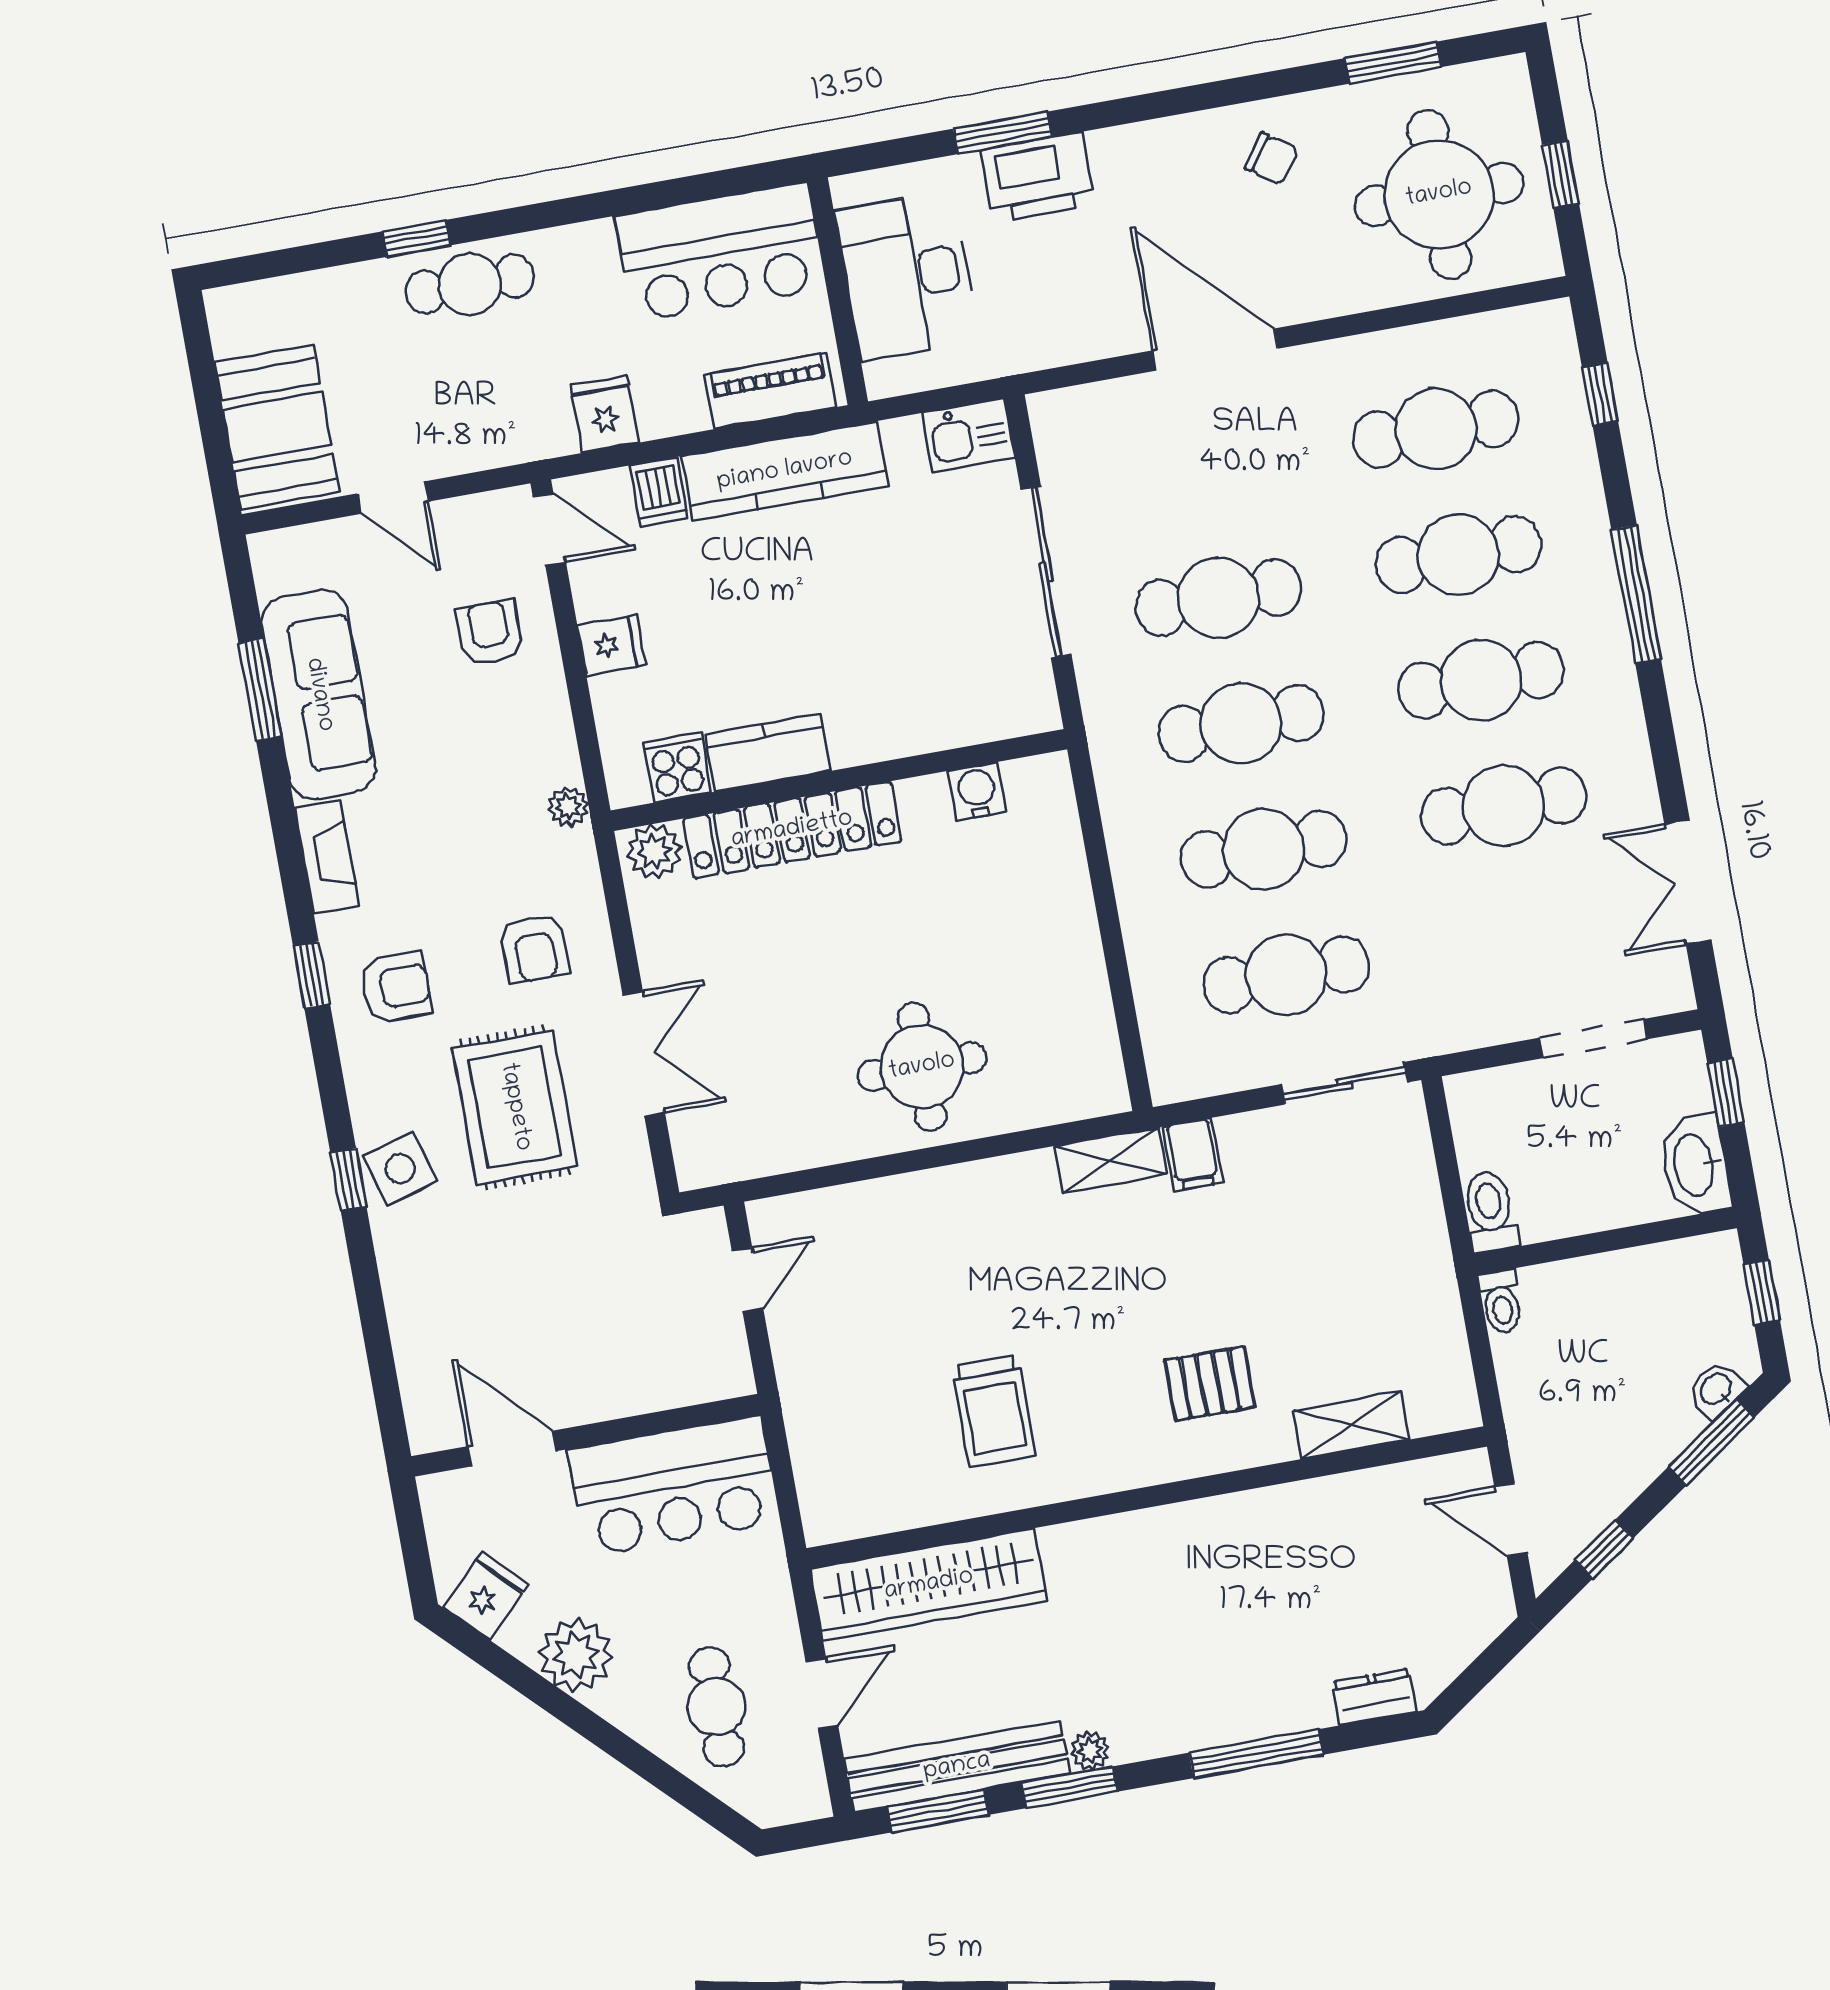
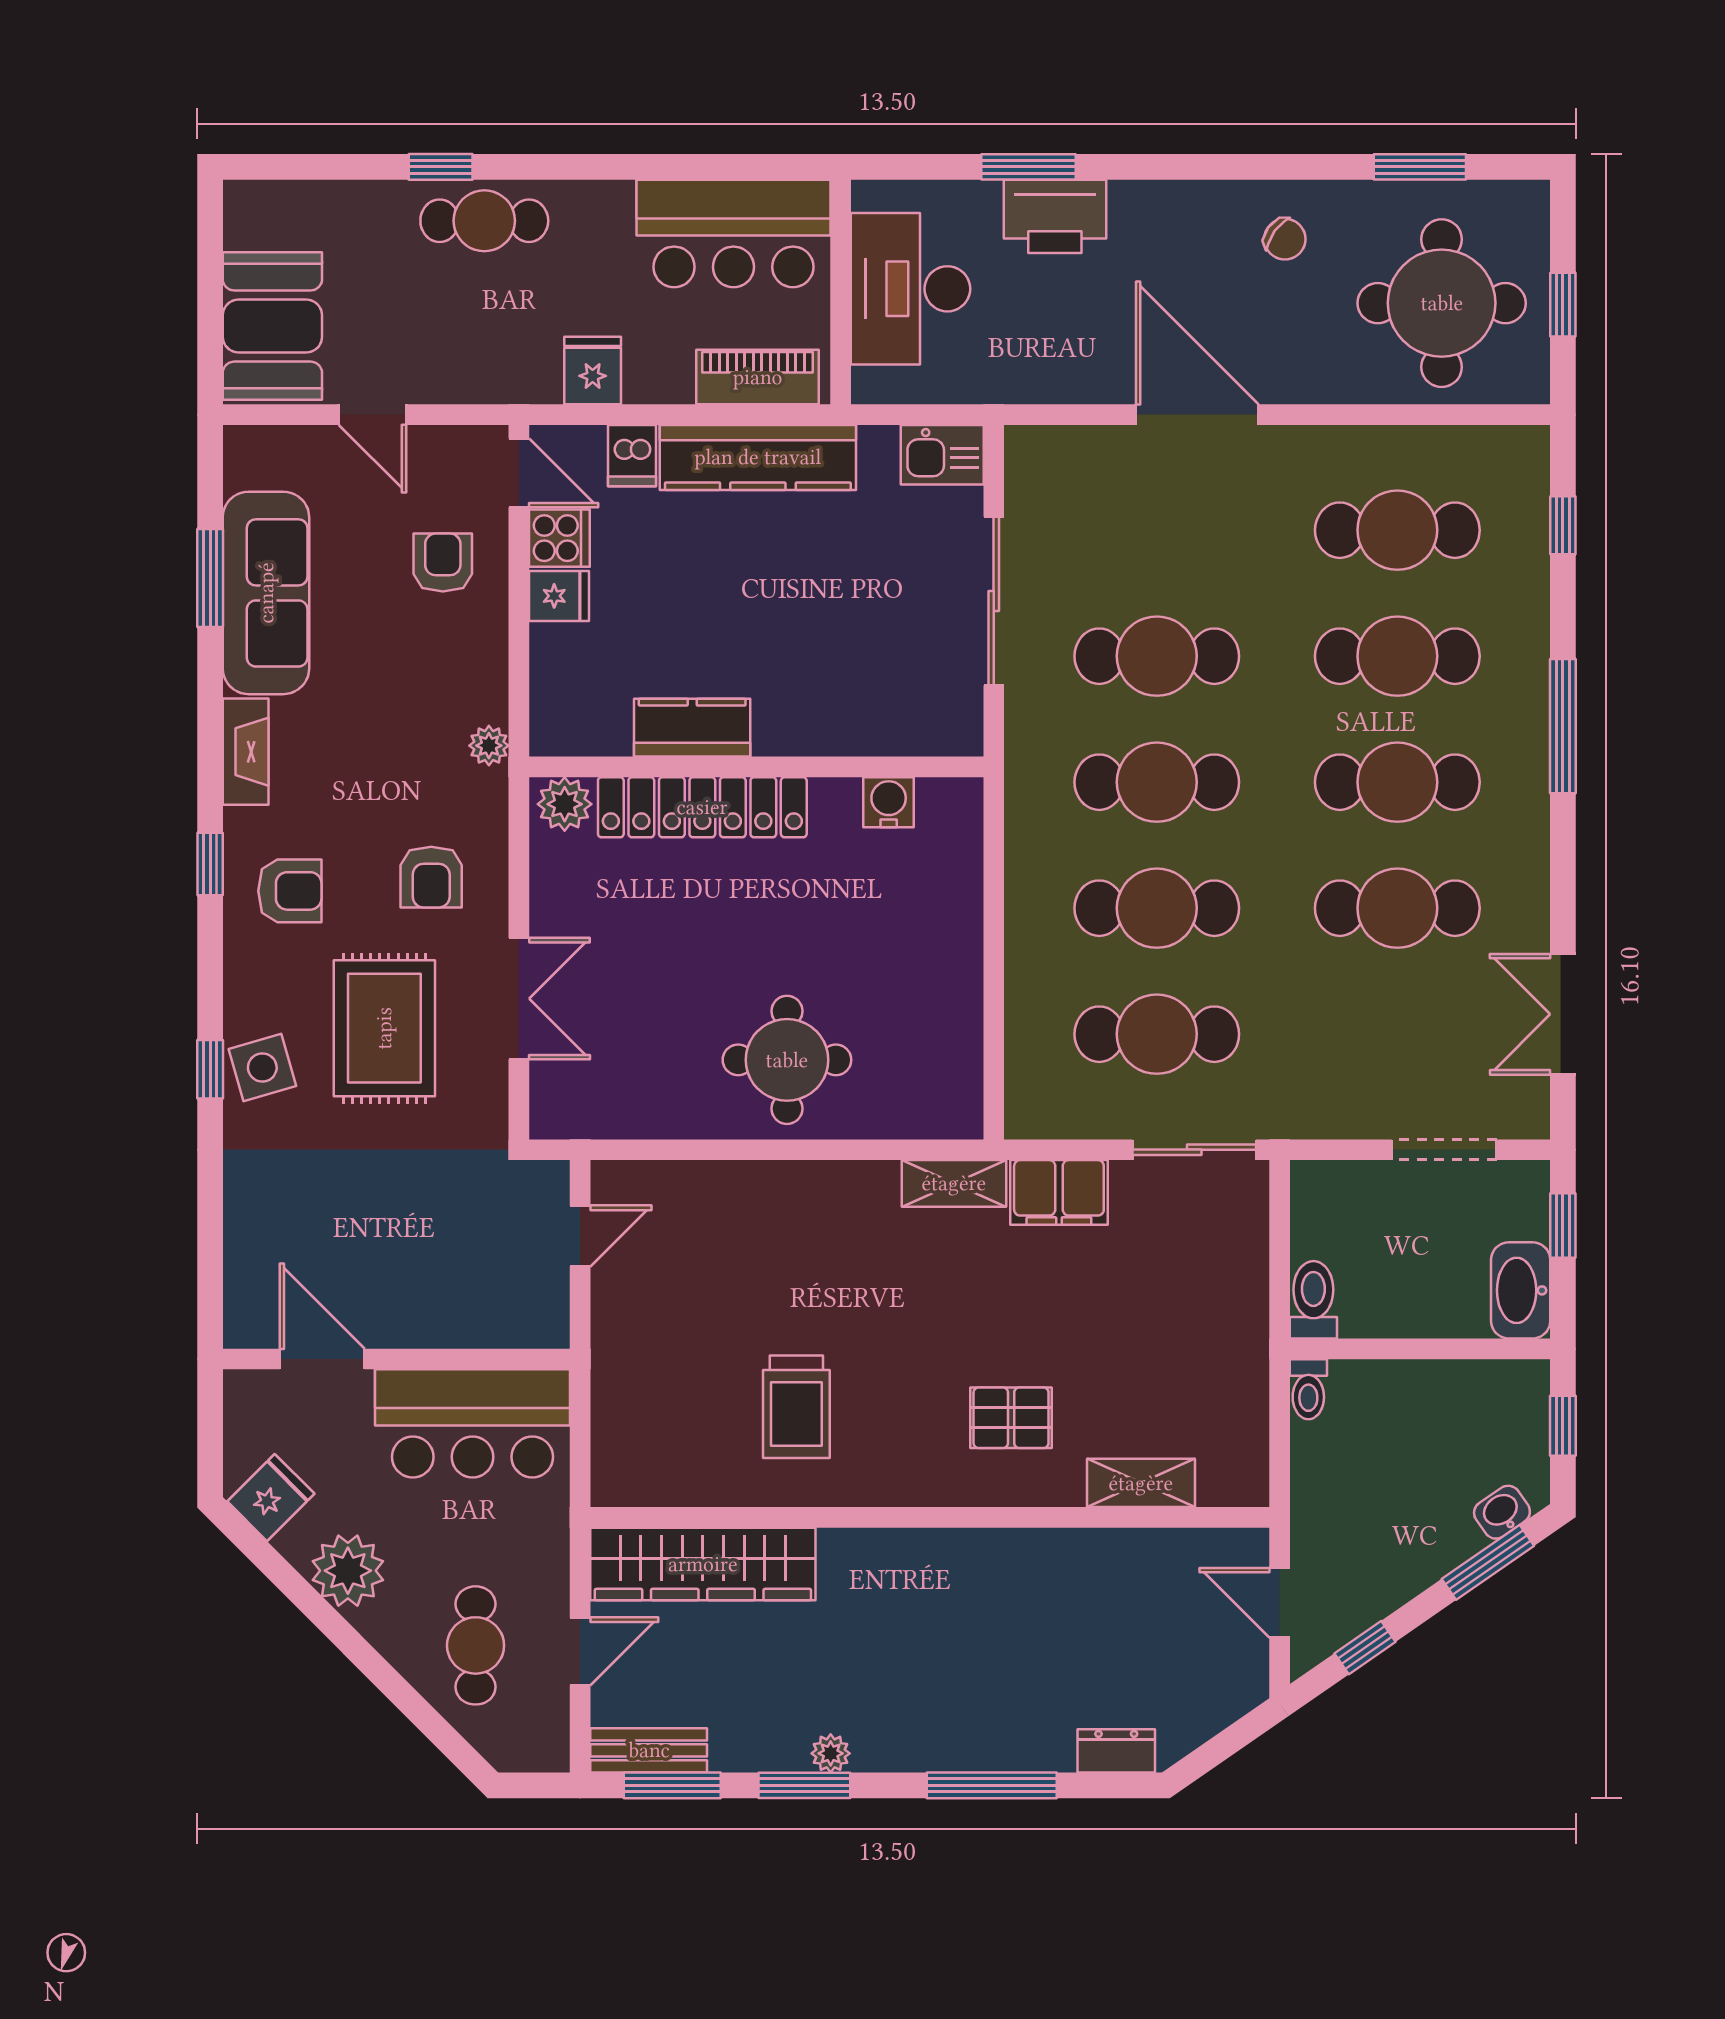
cooker: (677, 767) -> (559, 538), moved, turned 90
filing cabinet: (1193, 1154) -> (1059, 1192), width x2.00
bench: (957, 1767) -> (649, 1750), width x0.54, depth x0.82

